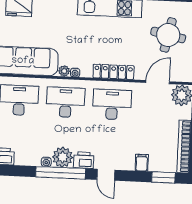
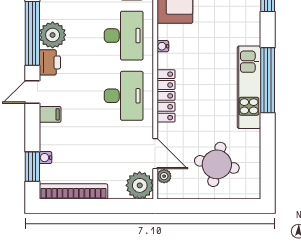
plant: (64, 71) -> (164, 176), moved
water cooler: (46, 162) -> (45, 158), moved
filing cabinet: (142, 163) -> (50, 114), moved

